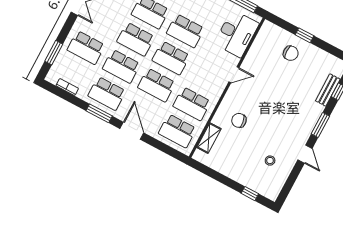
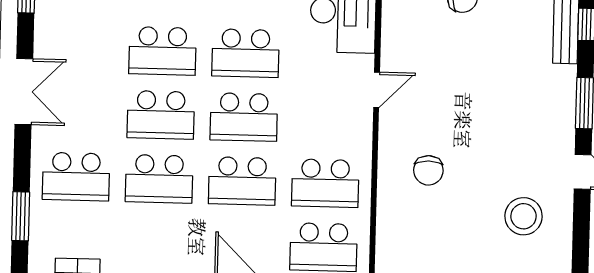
school desk: (107, 93) -> (157, 243), removed
chair: (239, 120) -> (428, 170), turned -81
shelving: (209, 138) -> (389, 231), removed
stool: (270, 161) -> (524, 216), width x1.89, depth x1.89

